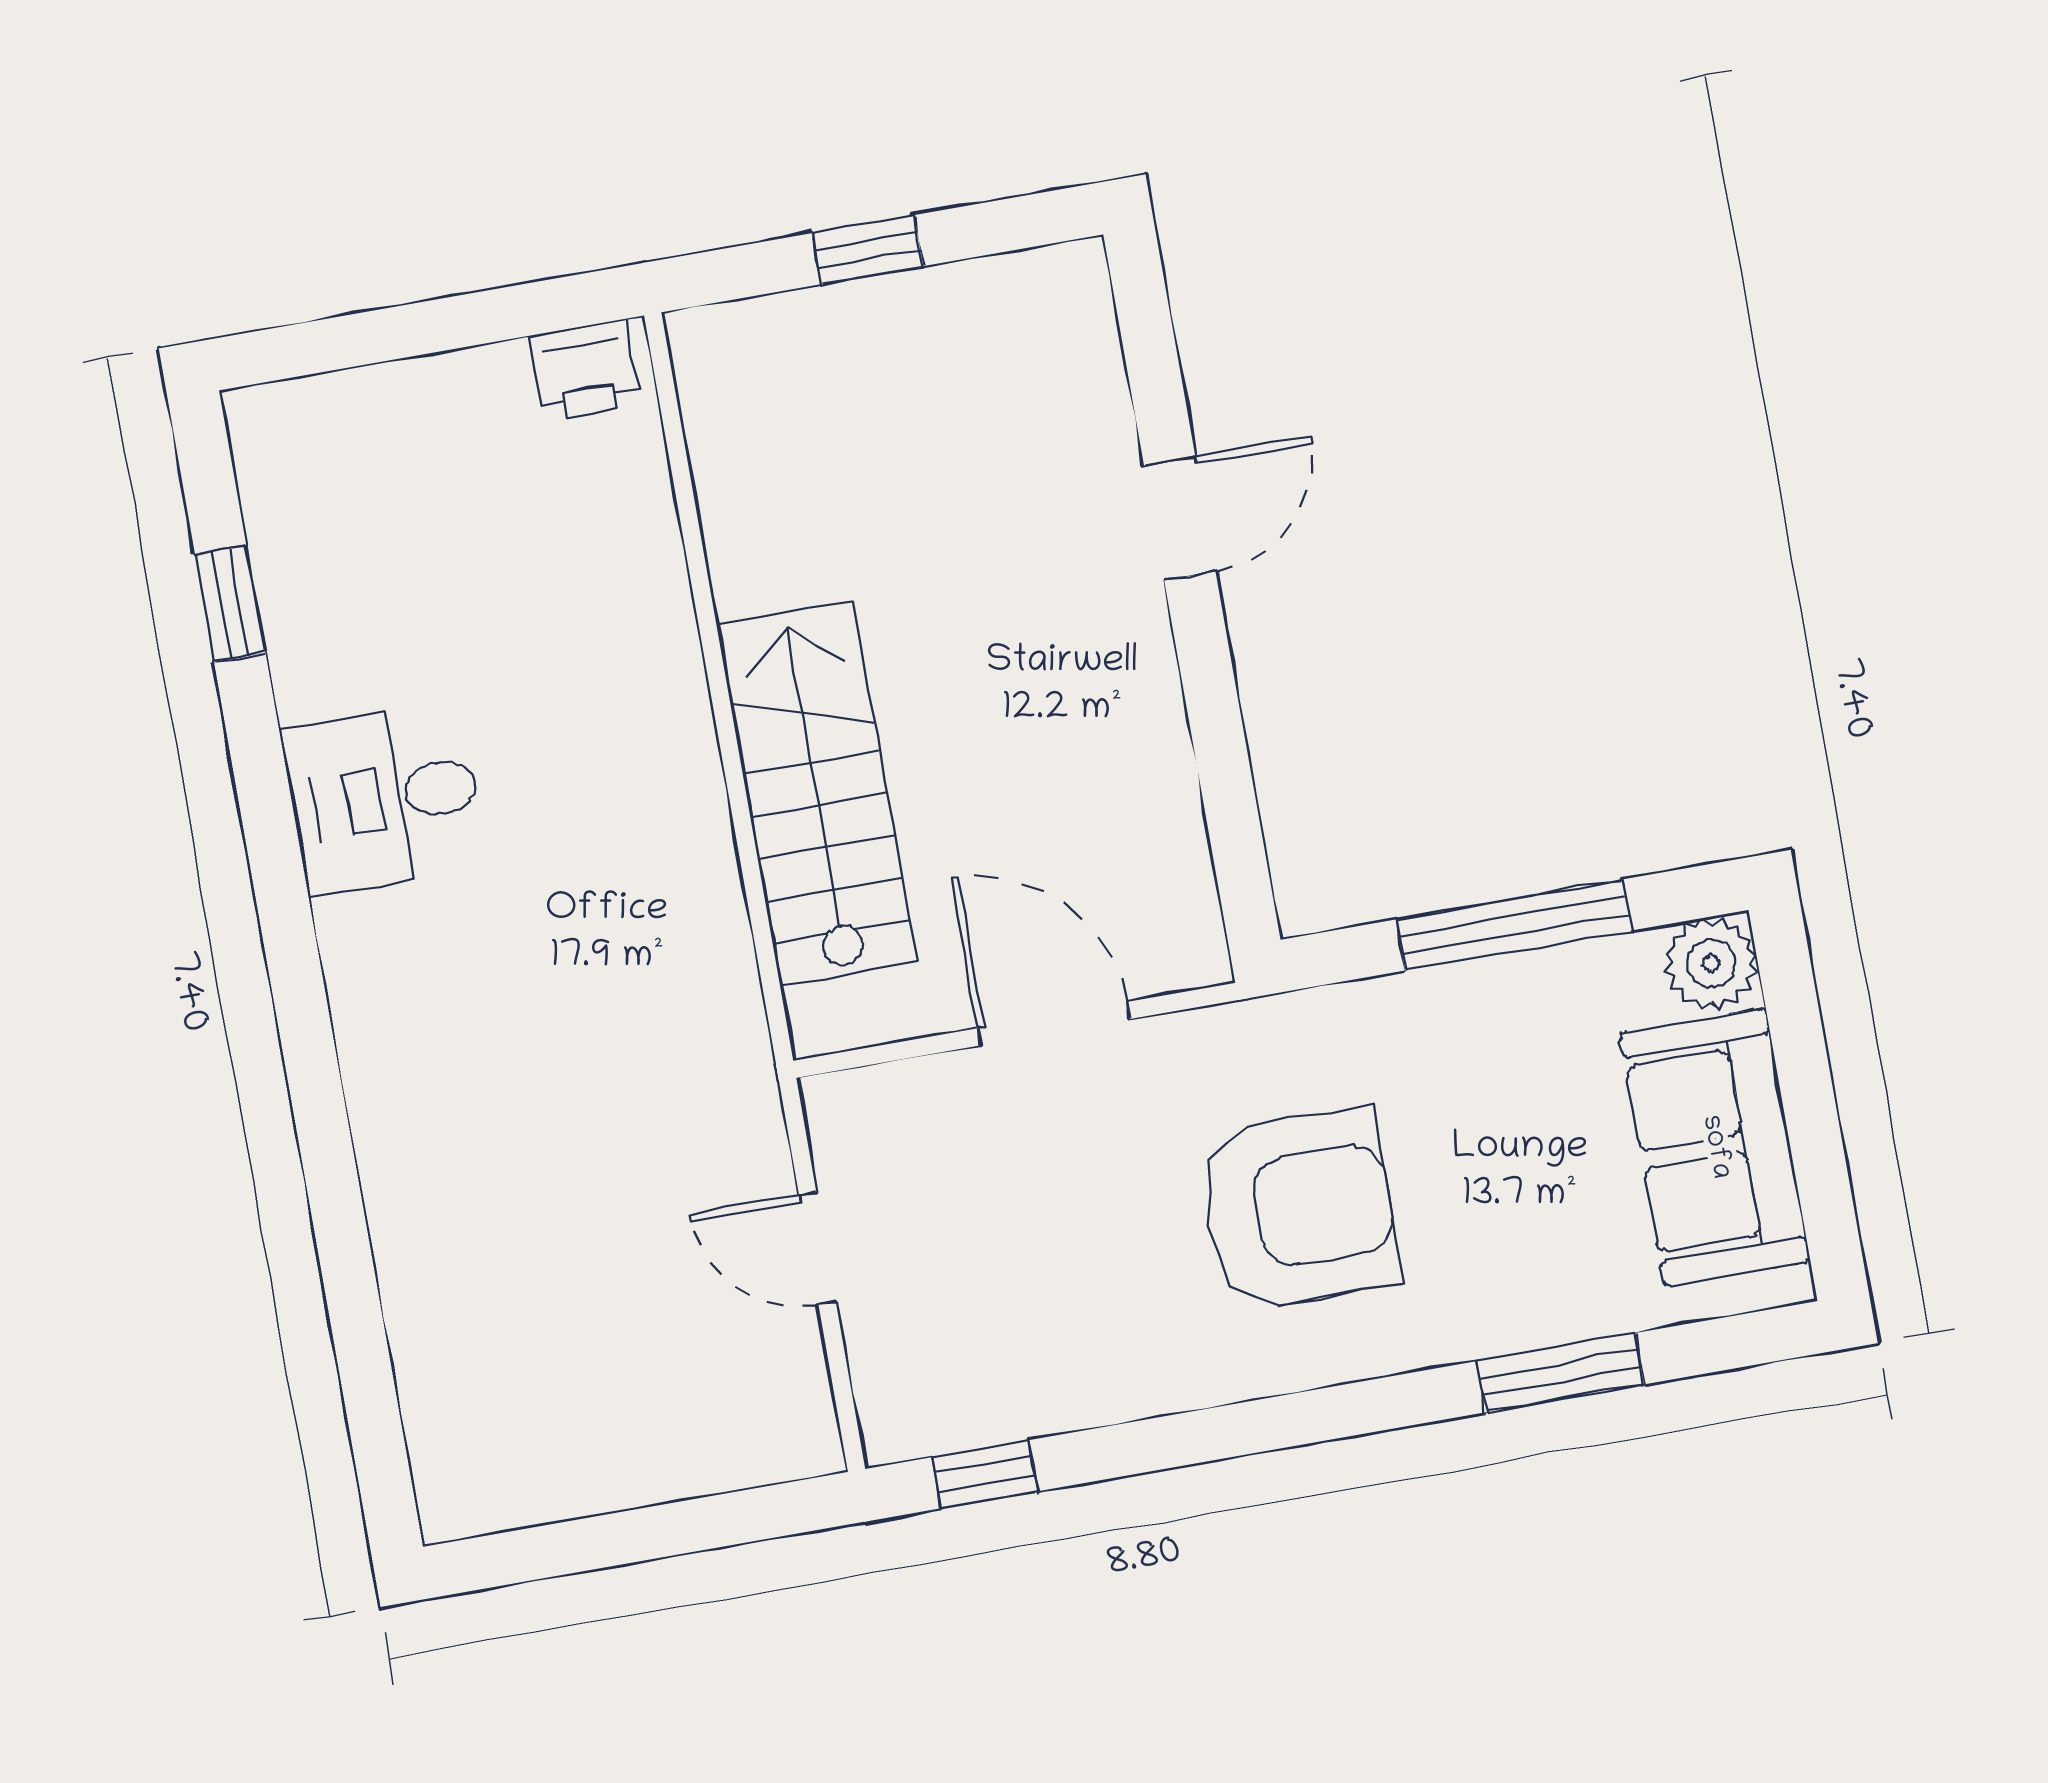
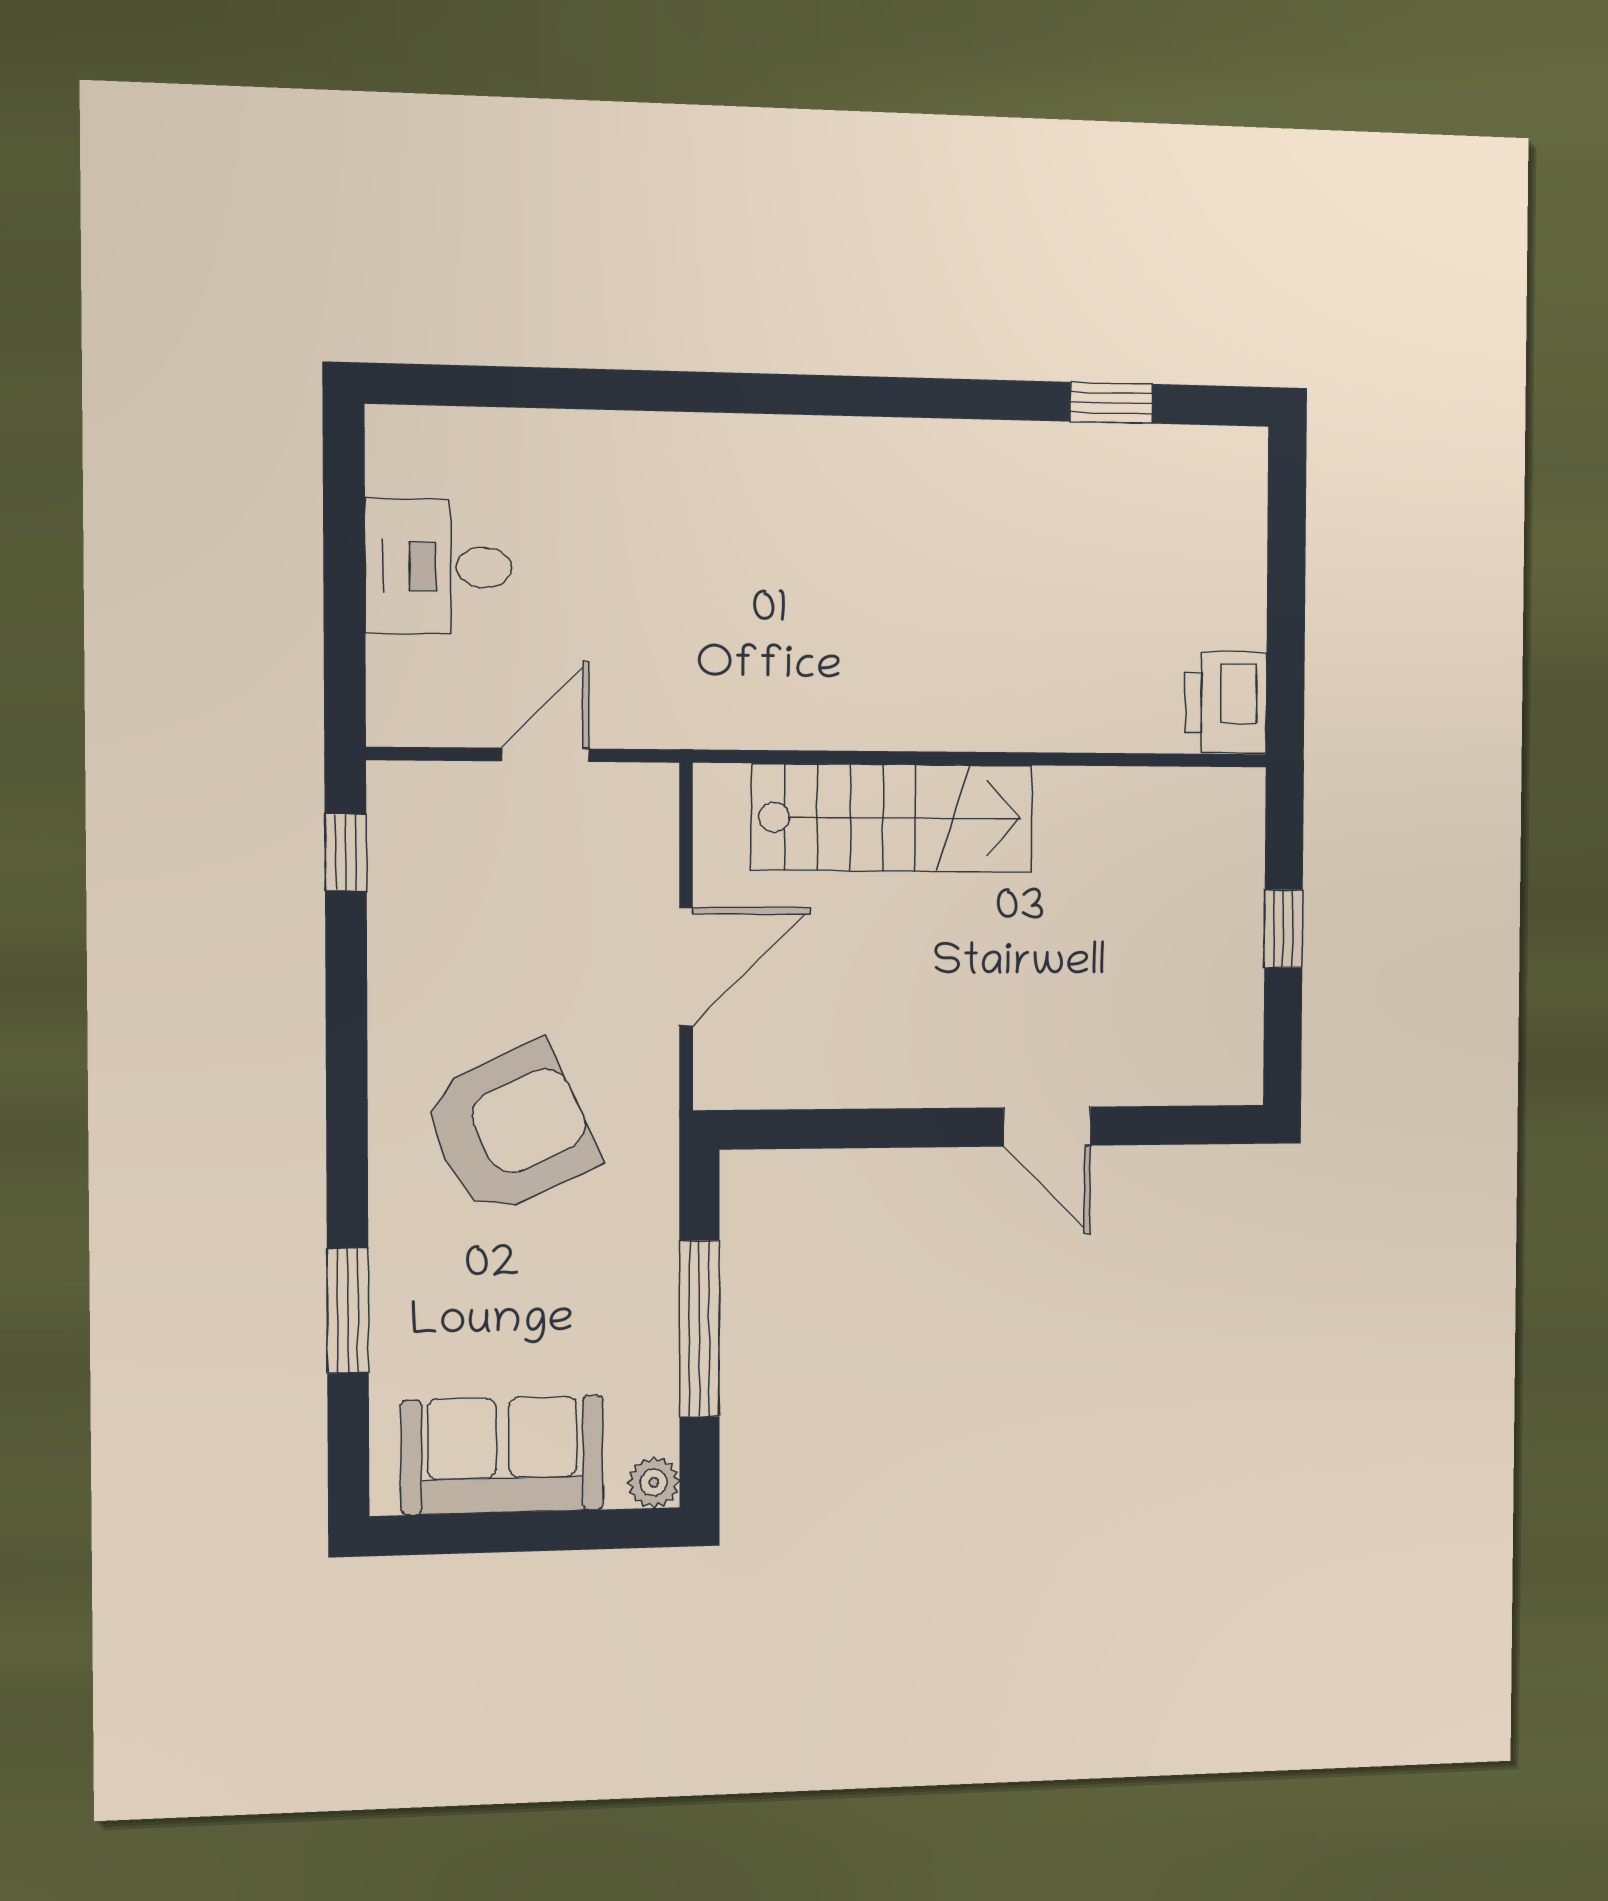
printer: (585, 371) -> (1226, 702), width x1.36, depth x1.24
desk: (384, 798) -> (439, 567), moved, turned -90
plant: (1711, 963) -> (654, 1482), width x0.73, depth x0.73
armchair: (1298, 1210) -> (510, 1129), turned -115

